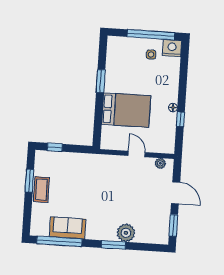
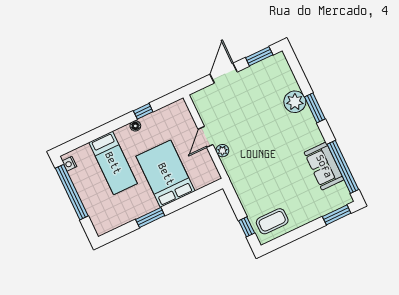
nightstand: (172, 48) -> (69, 164), width x0.53, depth x0.56
side table: (151, 55) -> (92, 180), removed
bed: (155, 76) -> (113, 163), added
plant: (160, 163) -> (222, 151), moved
window: (29, 181) -> (337, 215), moved
coffee table: (41, 190) -> (272, 221), moved

